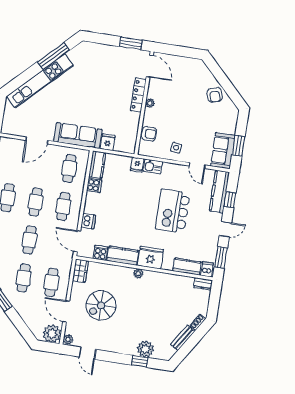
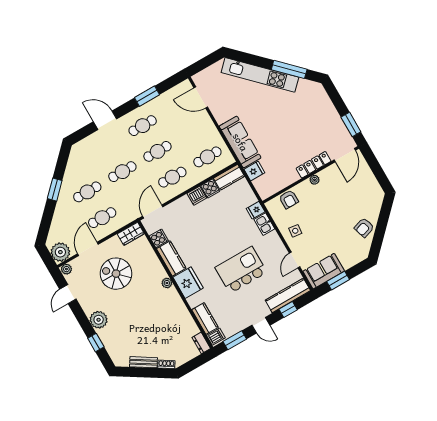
door: (37, 140) -> (201, 97), moved
dishwasher: (88, 221) -> (197, 196), moved
plant: (145, 349) -> (99, 320), moved

